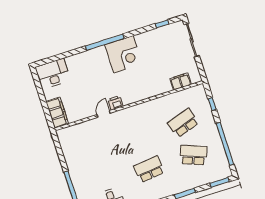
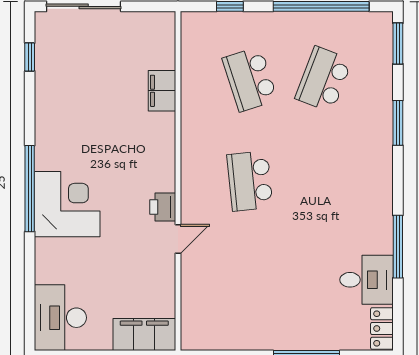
corner desk: (123, 54) -> (67, 204), moved
filing cabinet: (181, 82) -> (162, 91), moved
door: (104, 114) -> (178, 239), swing flipped
school desk: (149, 169) -> (250, 181), moved

